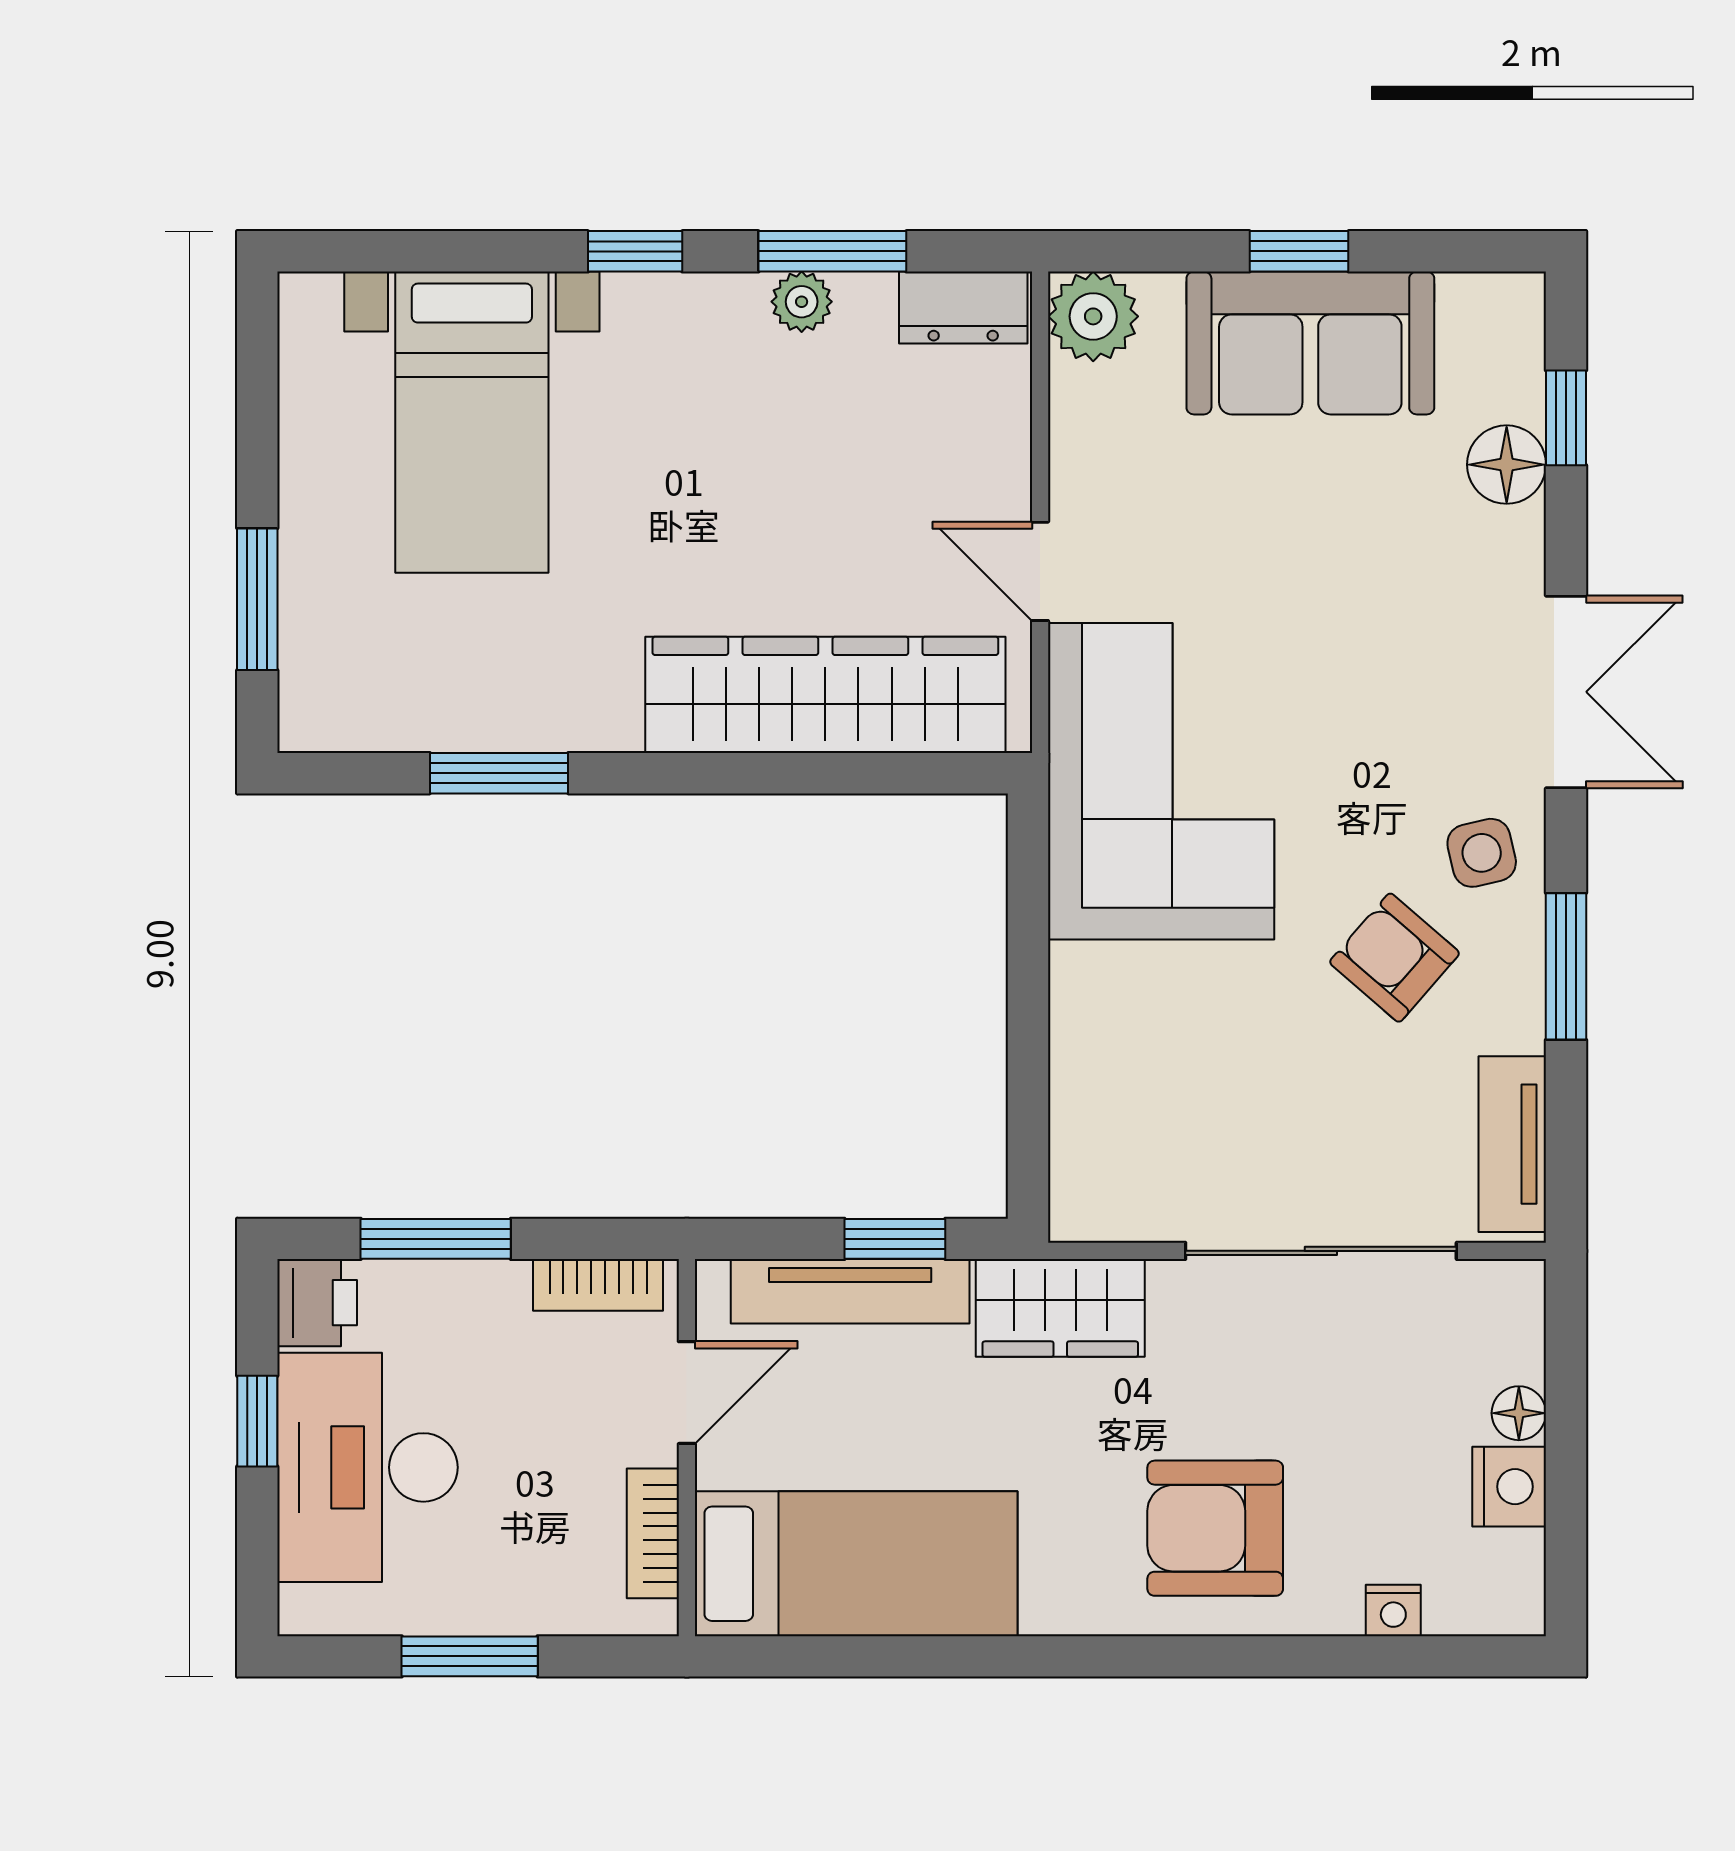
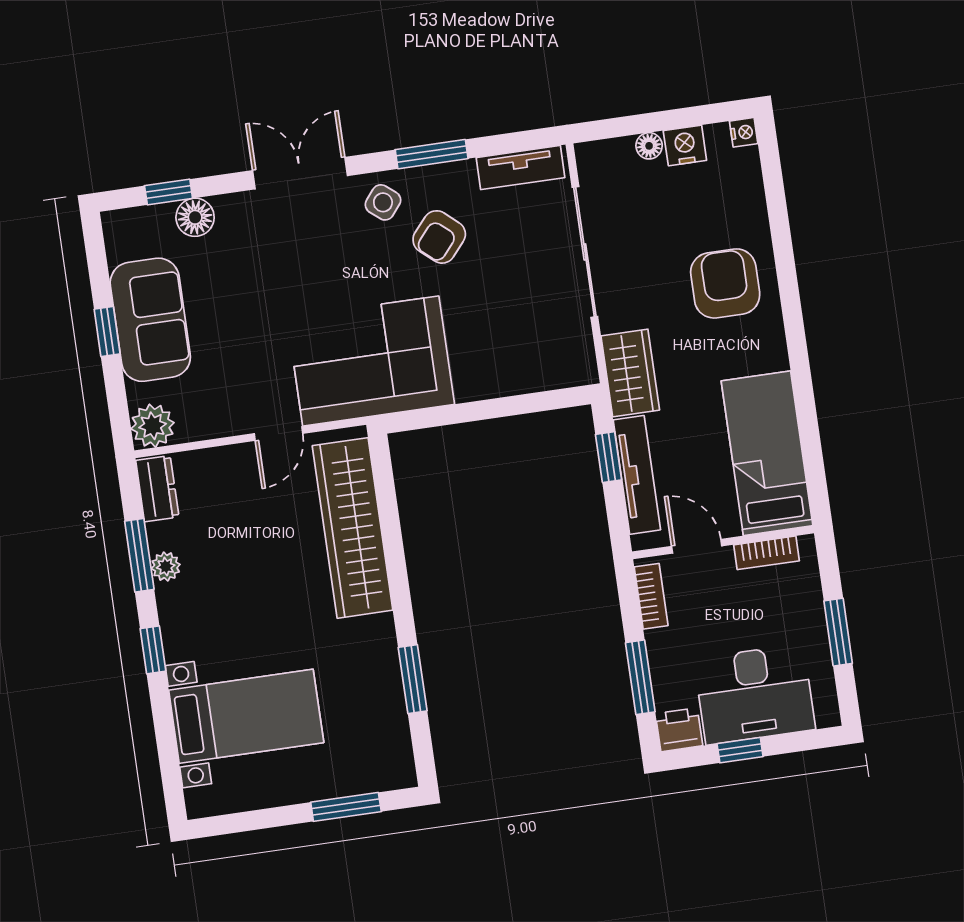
side table: (1482, 853) -> (383, 202), turned -38
armchair: (1215, 1528) -> (725, 283), turned 180
nightstand: (1393, 1610) -> (744, 132), moved

